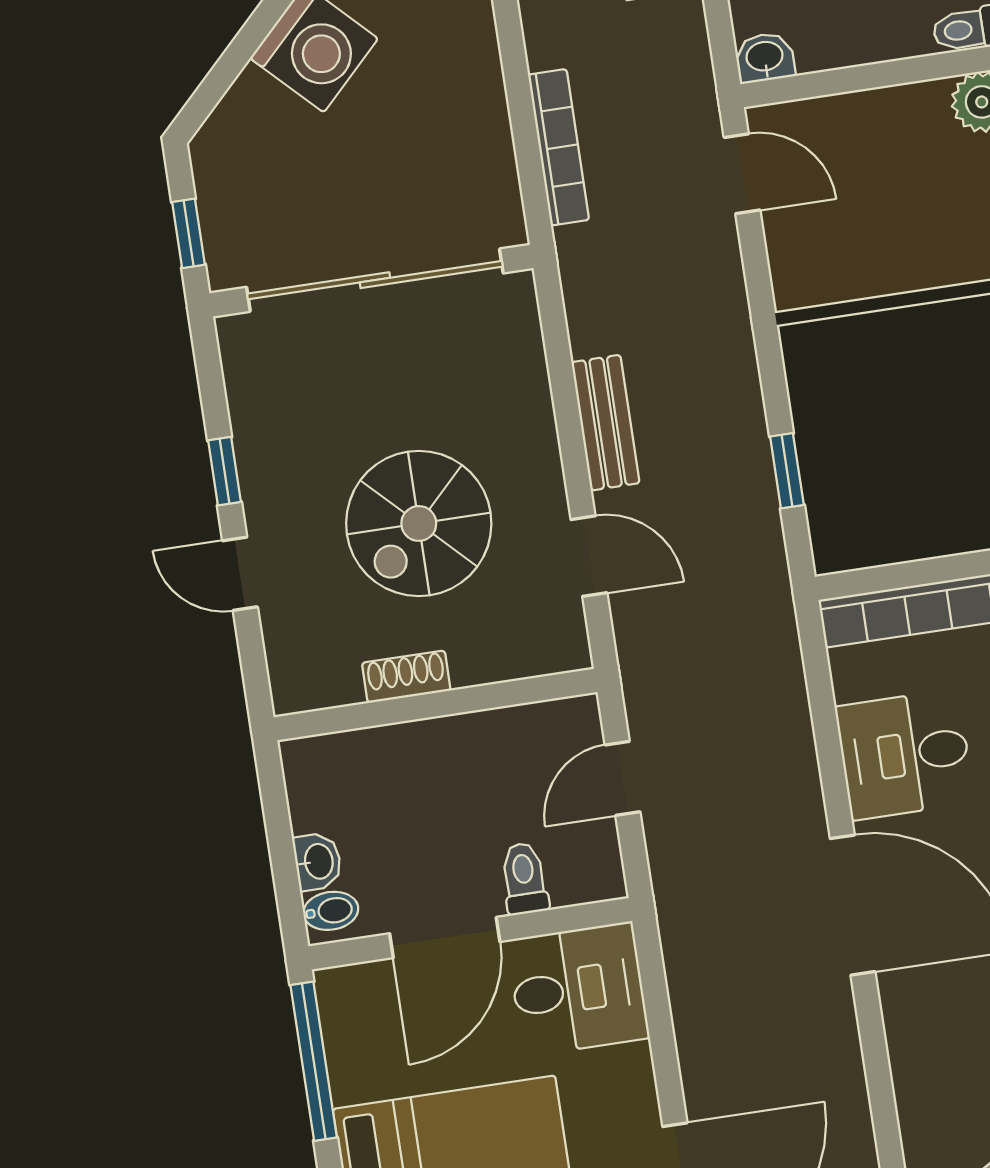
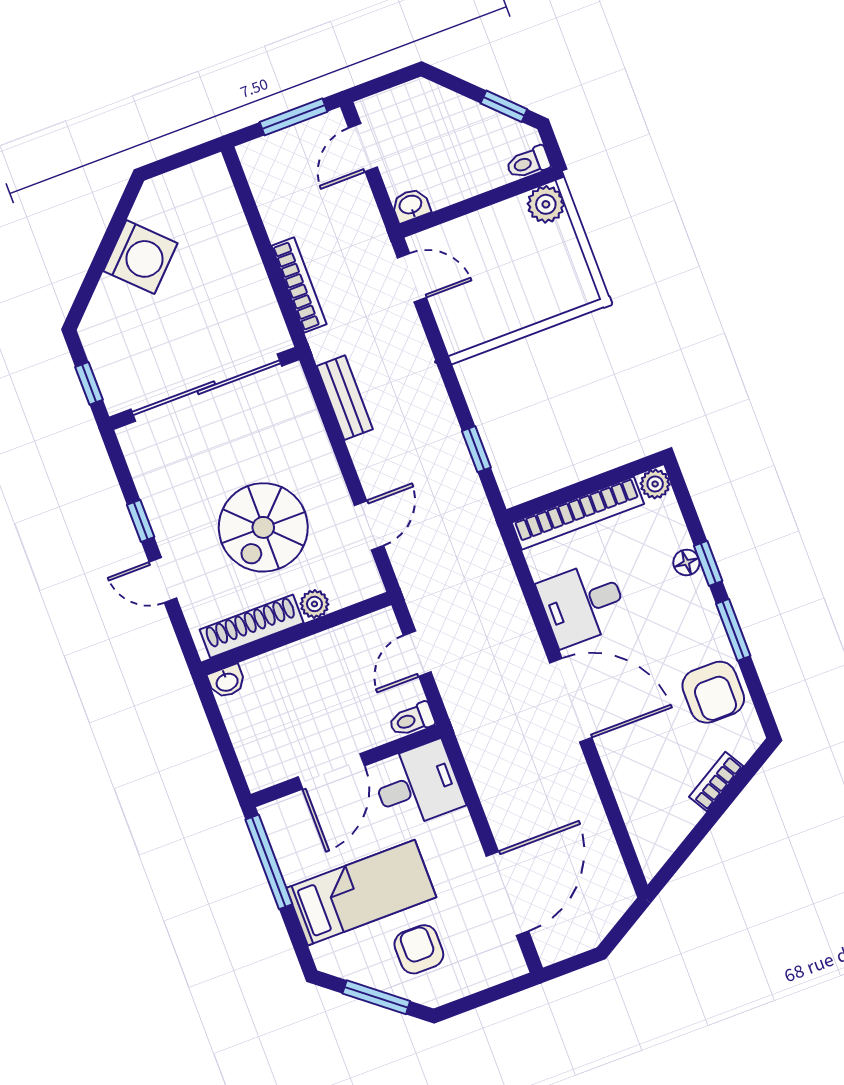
bench: (606, 423) -> (345, 398), moved
door: (589, 556) -> (369, 525), hinge flipped
plant: (475, 664) -> (314, 604), added
shoe rack: (406, 677) -> (252, 626), width x1.94, depth x1.24
washbasin: (318, 862) -> (227, 681), moved, turned 90
toilet: (524, 879) -> (412, 720), moved, turned -90
bidet: (331, 911) -> (260, 770), removed

